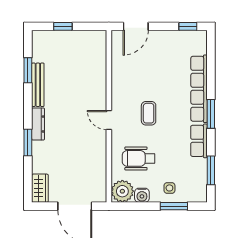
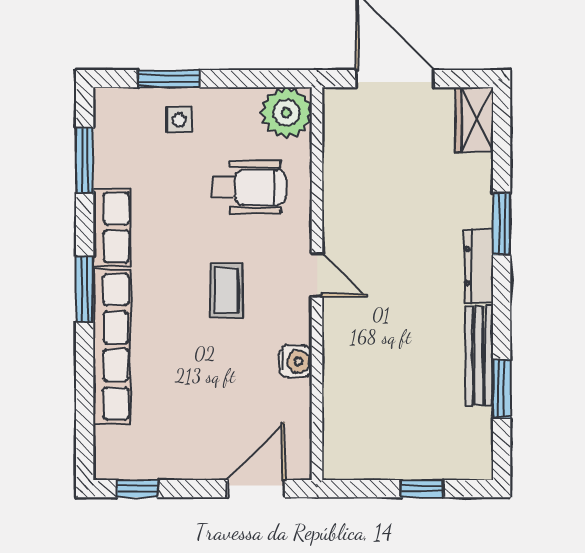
water cooler: (142, 195) -> (296, 361), moved, turned 90

